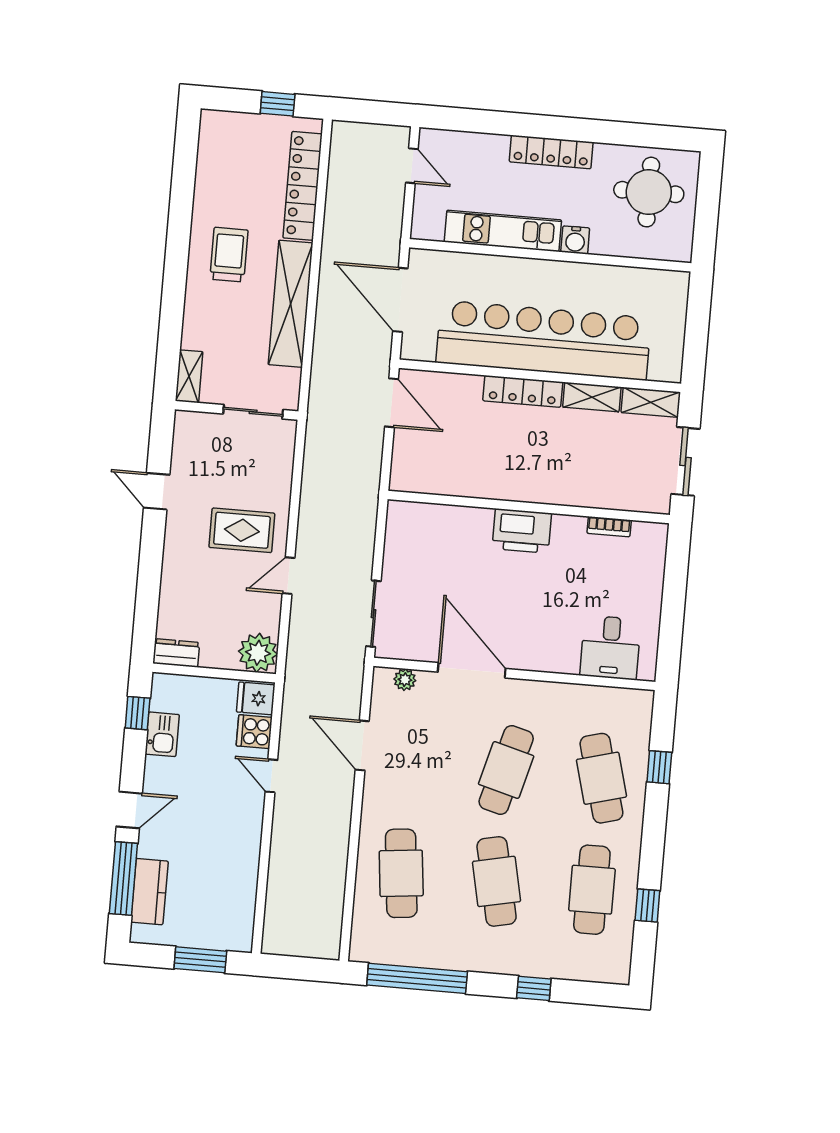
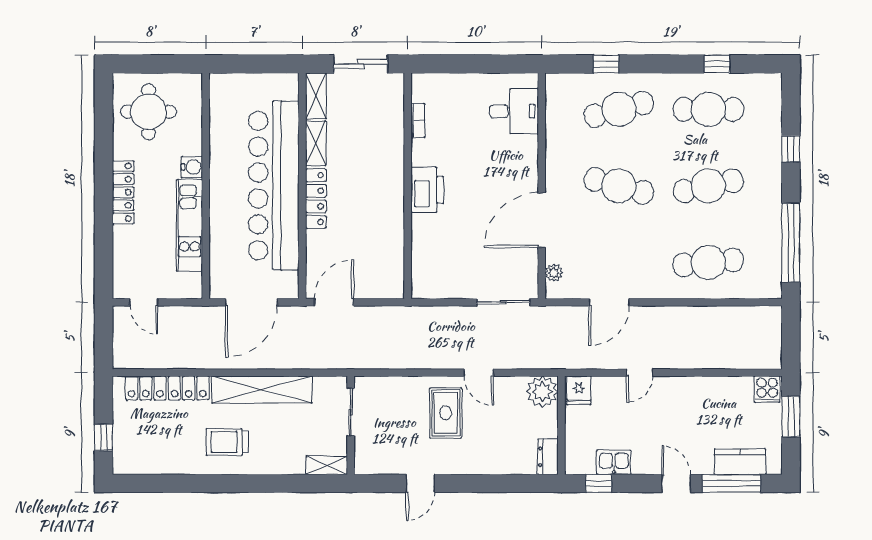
window: (278, 104) -> (104, 437), moved
door: (412, 166) -> (144, 302), swing flipped
cooker: (254, 732) -> (767, 389), moved

